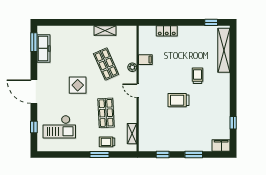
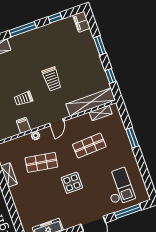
shop shelf: (106, 64) -> (41, 162), turned 33
trolley: (198, 76) -> (23, 99), moved
window: (233, 90) -> (23, 29), added
window: (34, 127) -> (128, 211), width x2.17
shelving: (145, 128) -> (91, 102), added
trolley: (107, 142) -> (117, 135), removed

